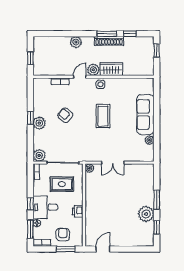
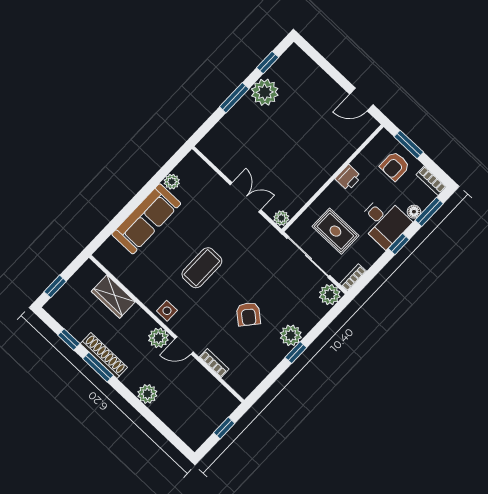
wardrobe: (111, 69) -> (113, 297), moved

